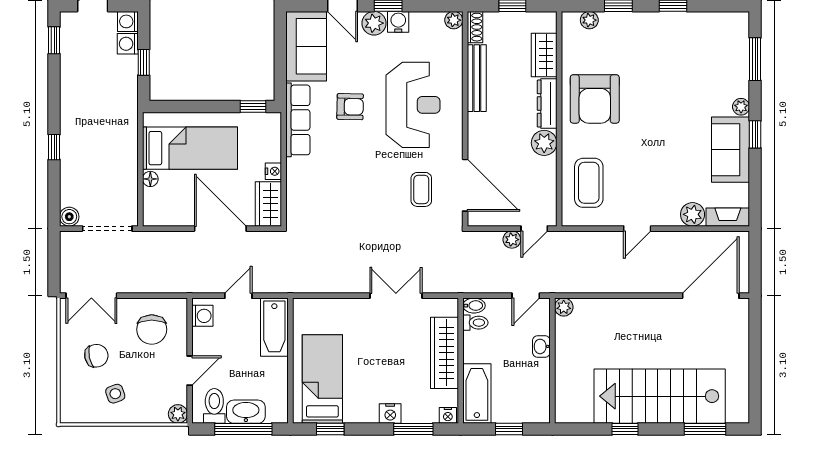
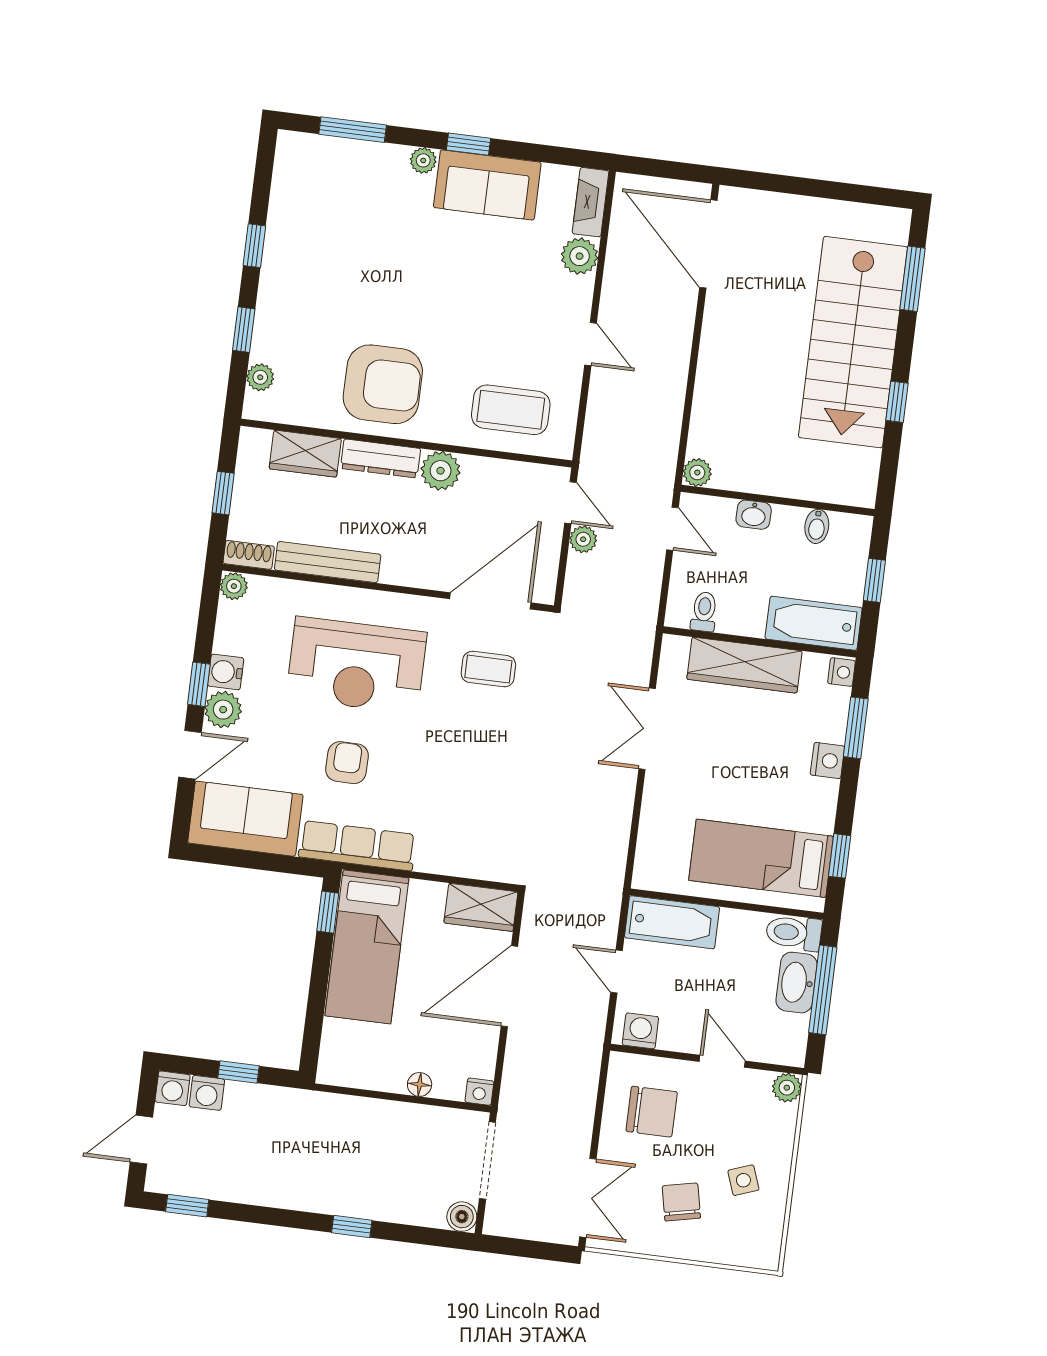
reception desk: (413, 105) -> (356, 665), turned 180
bed: (190, 148) -> (367, 947), moved, turned 180
nightstand: (273, 171) -> (479, 1092), moved, turned 180
bidet: (474, 306) -> (817, 526), moved, turned 180
toilet: (214, 406) -> (794, 933), moved

